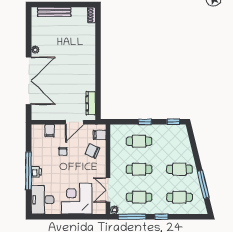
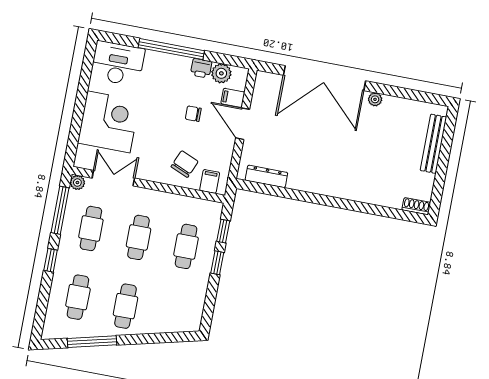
door: (74, 122) -> (243, 124), moved
window: (173, 122) -> (223, 231), moved
plant: (37, 140) -> (221, 73), added
printer: (36, 172) -> (201, 68), moved

